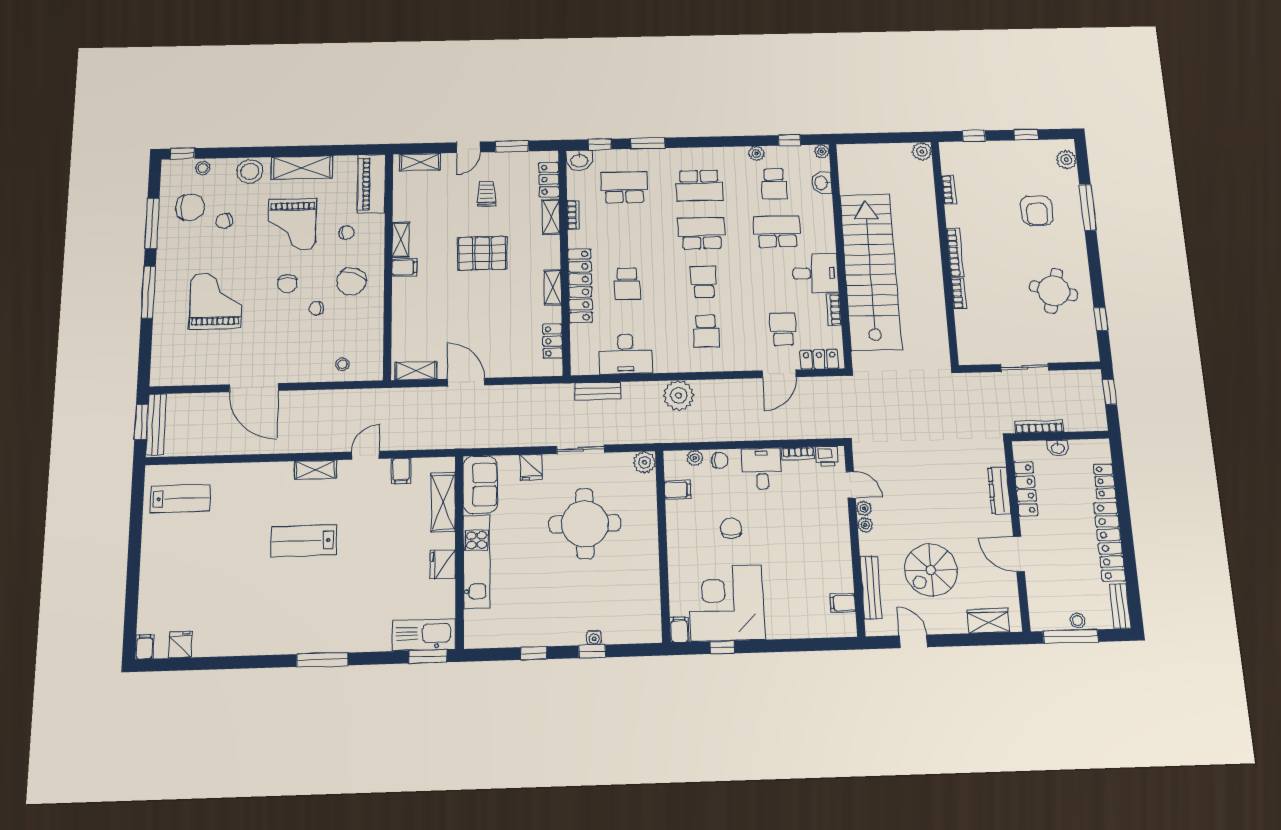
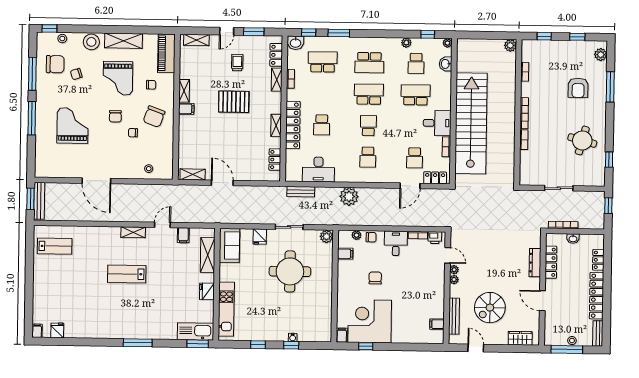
school desk: (783, 329) -> (415, 158), turned 180
kitchen unit: (477, 561) -> (226, 309), moved

